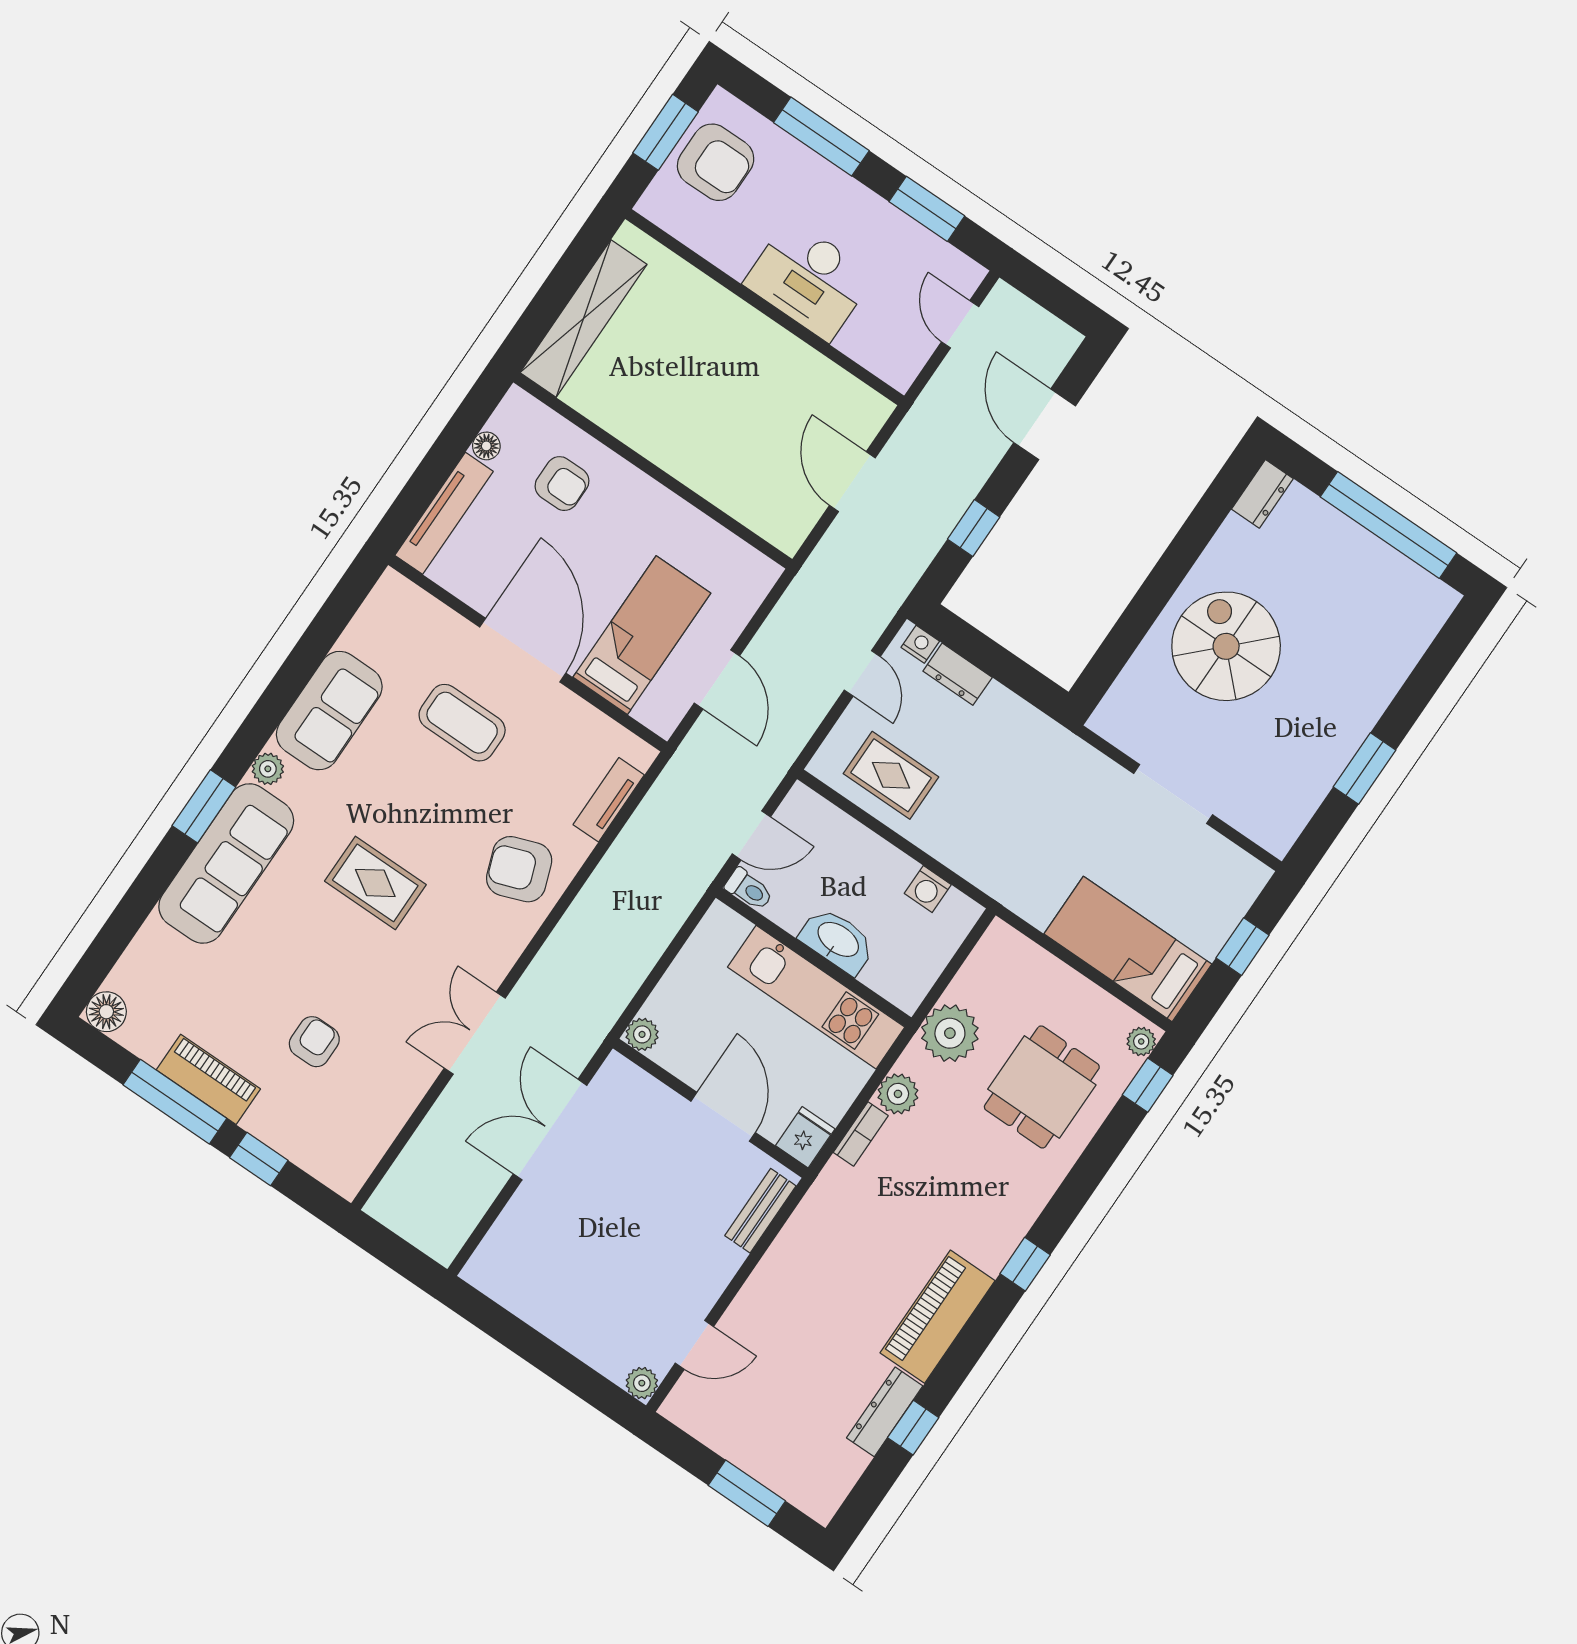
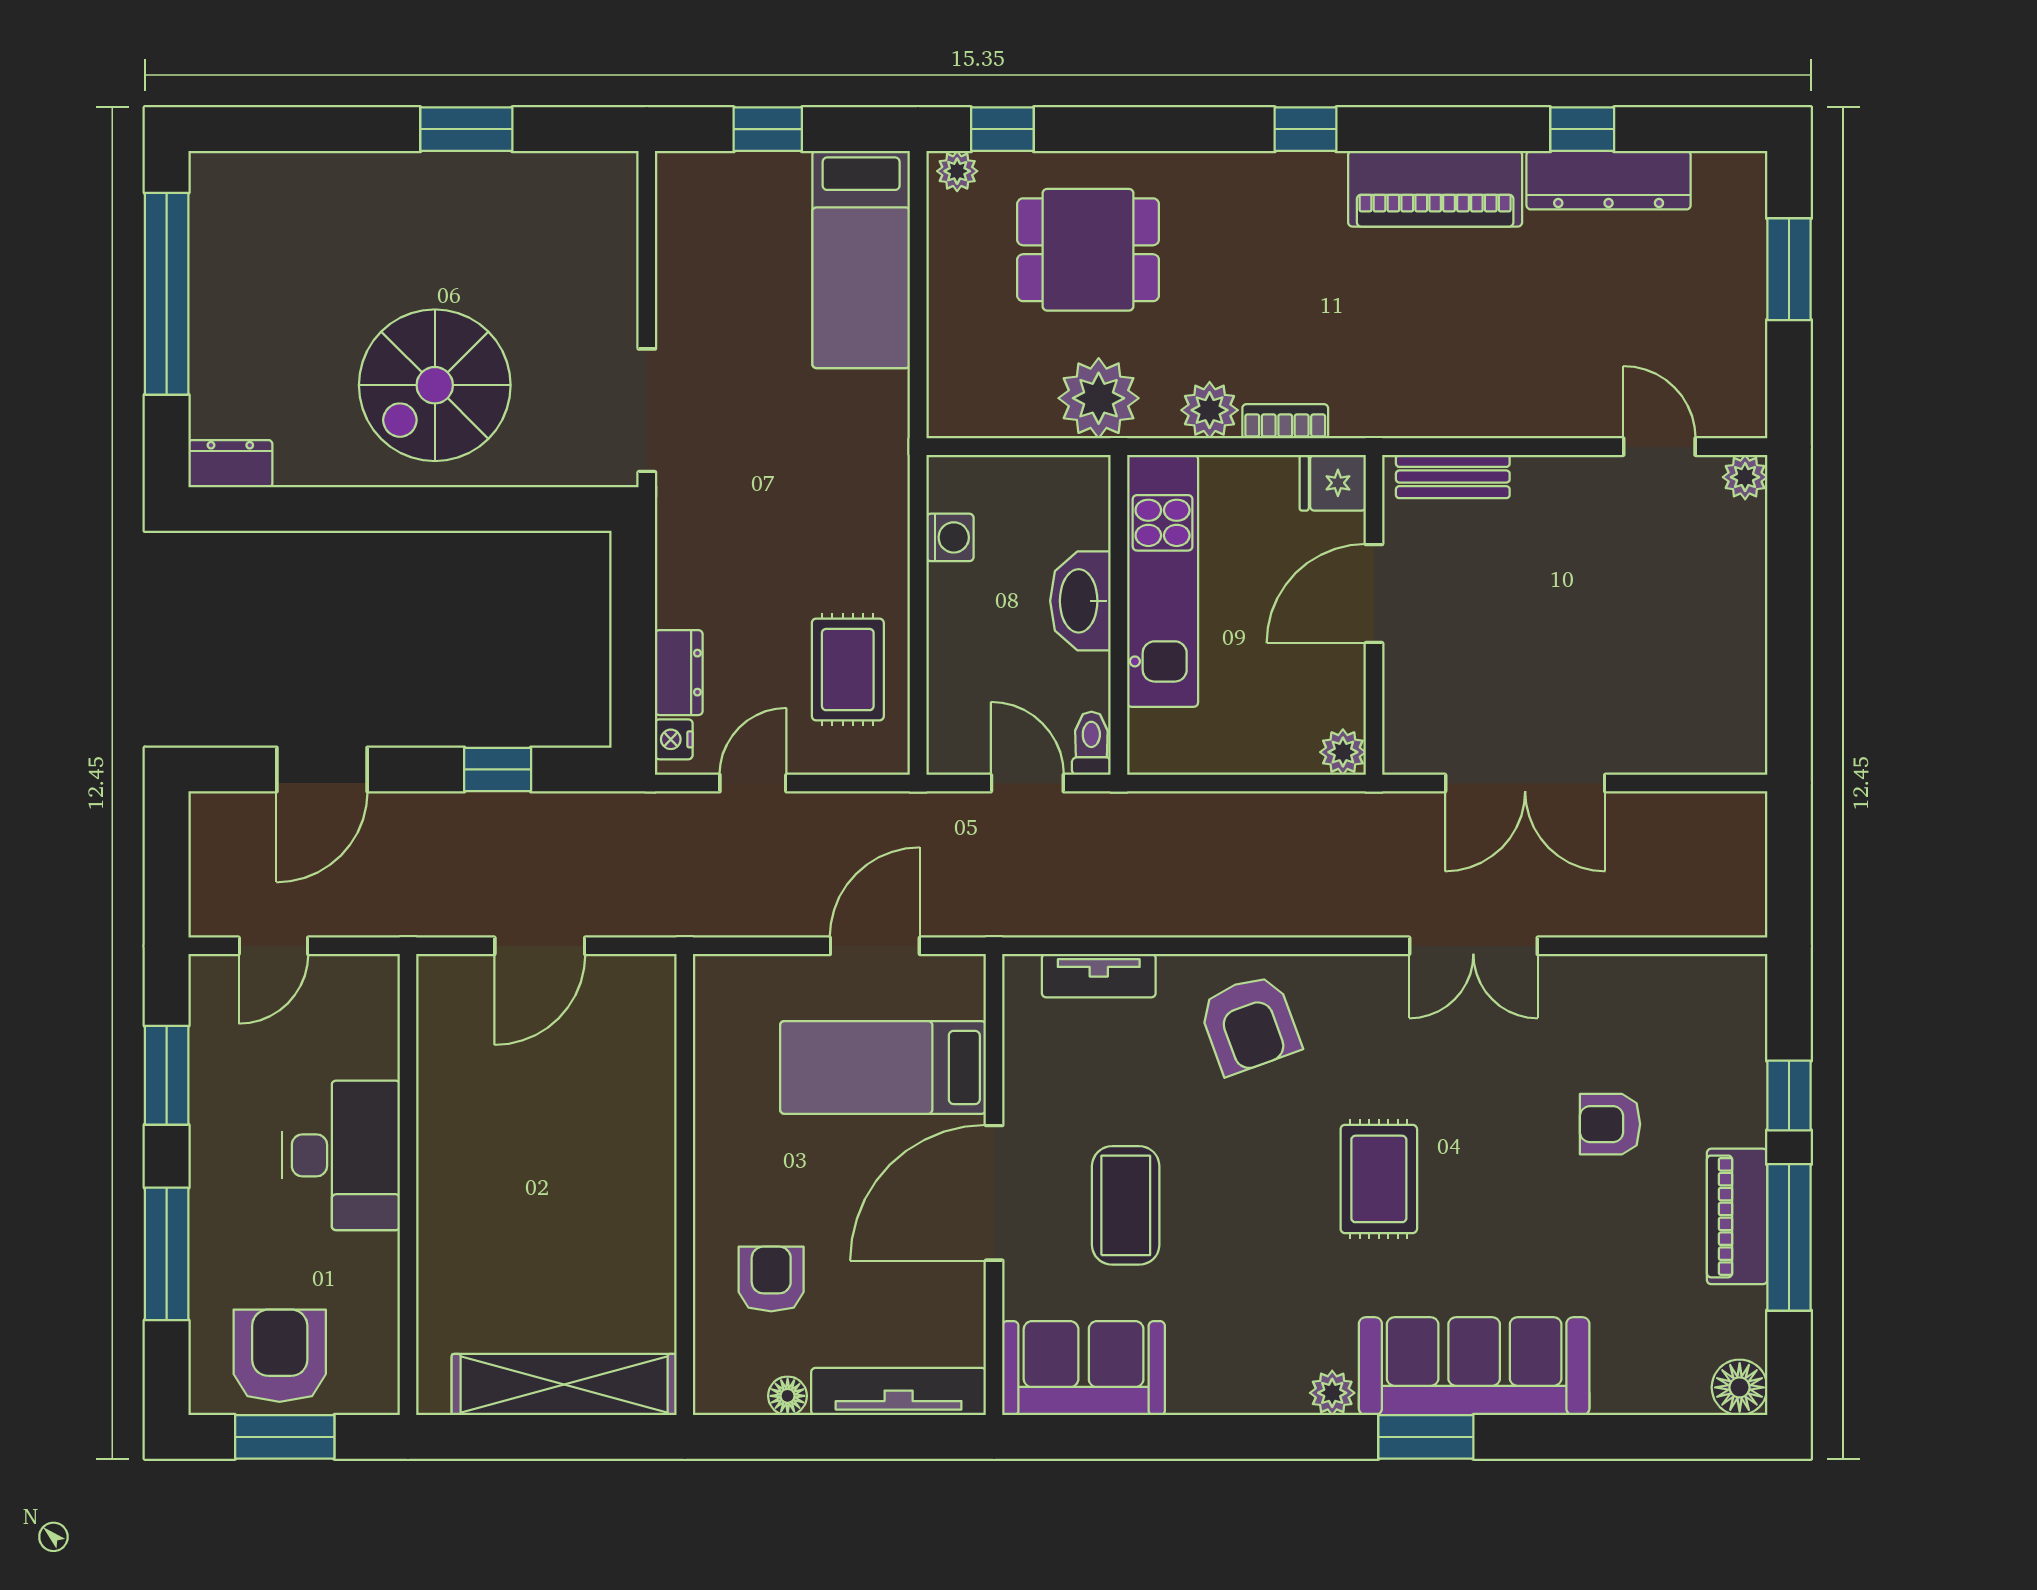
sofa: (329, 711) -> (1084, 1368), moved
doorway: (1173, 794) -> (647, 410), moved
dresser: (885, 1412) -> (1609, 180), width x1.37, depth x1.24

